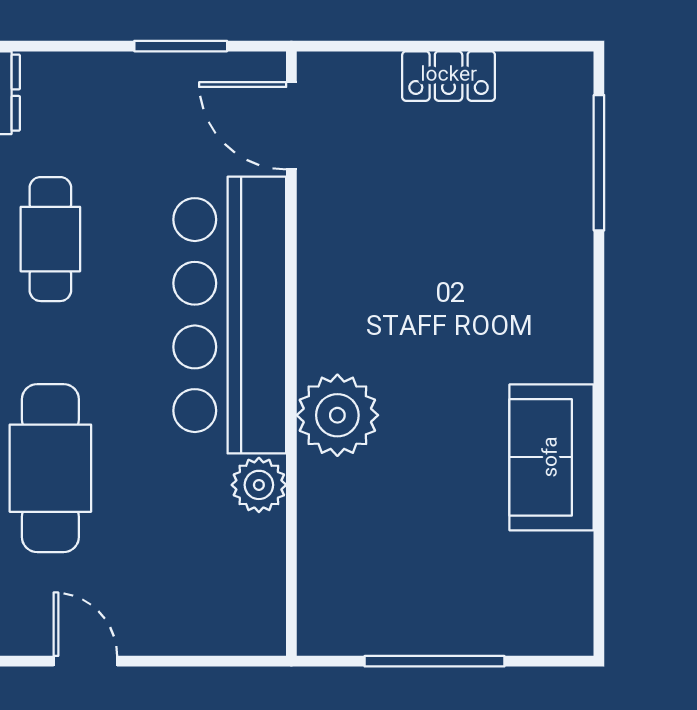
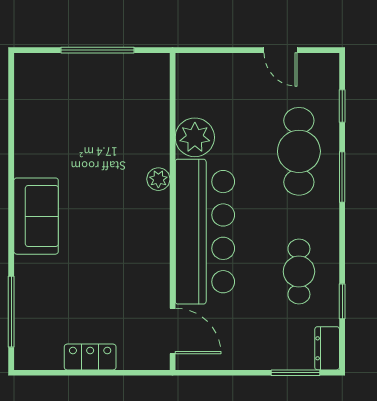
window: (181, 46) -> (296, 373), moved
plant: (337, 415) -> (158, 179), width x0.53, depth x0.53
sofa: (552, 457) -> (36, 216), moved
plant: (259, 485) -> (195, 137), width x1.36, depth x1.36

